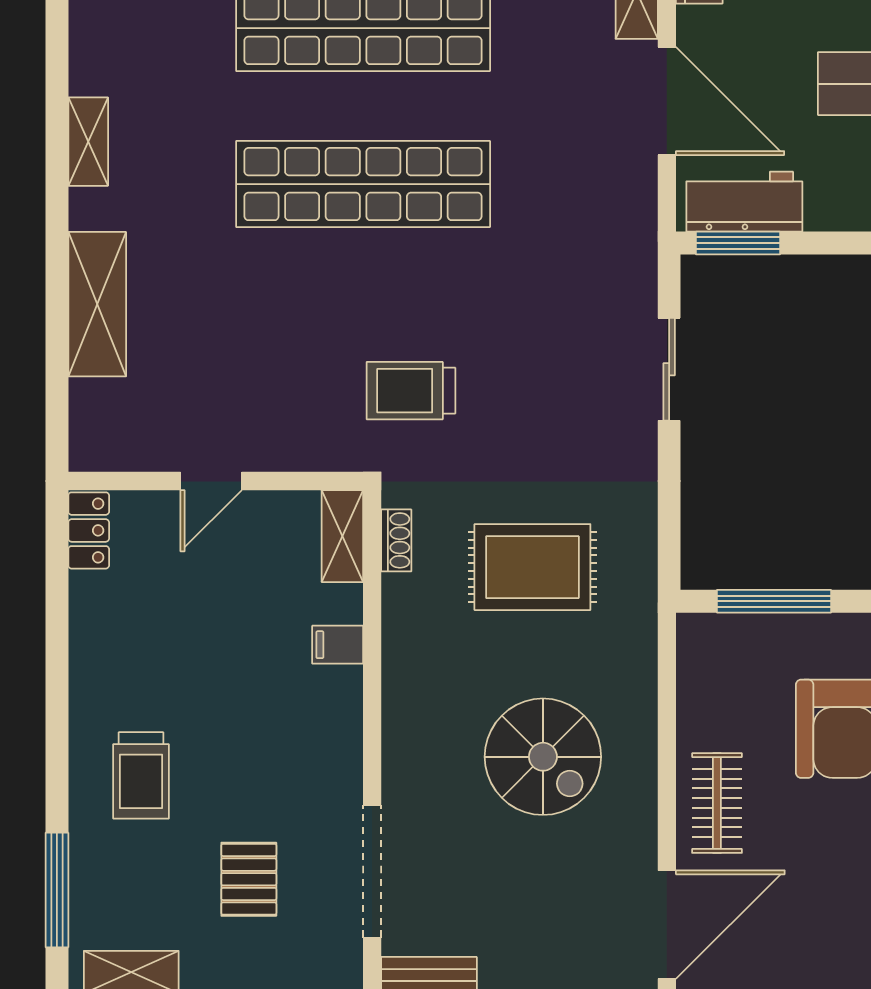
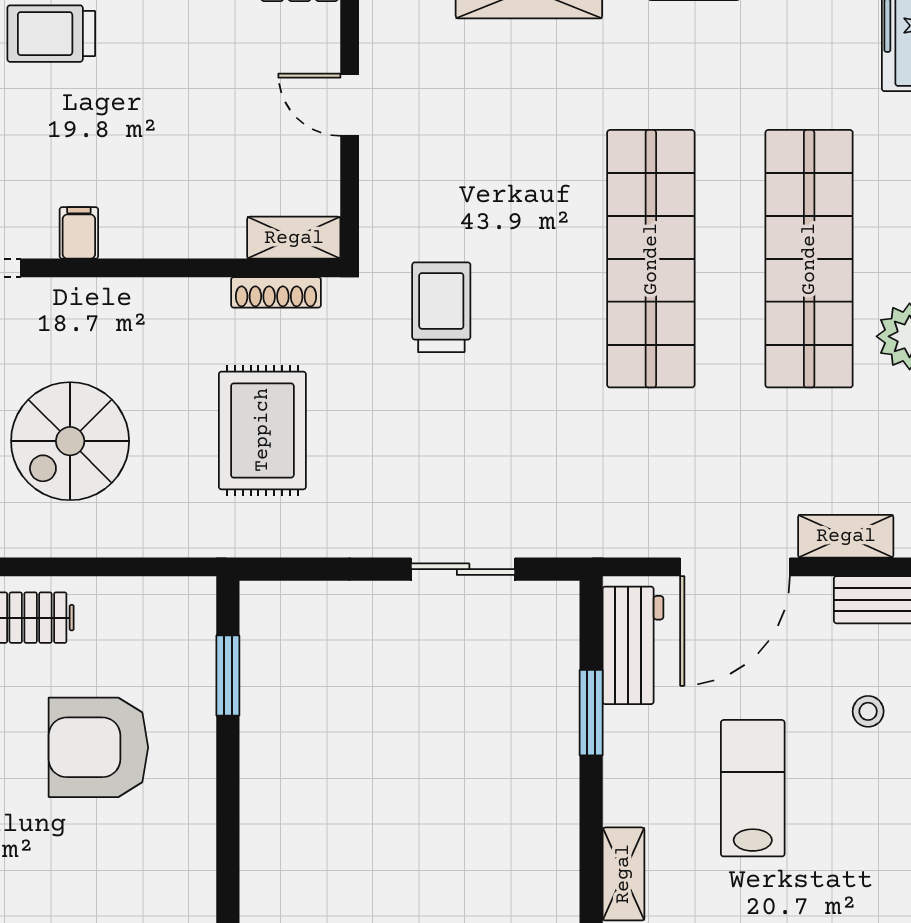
window: (738, 243) -> (591, 713), moved
shoe rack: (396, 540) -> (276, 292), width x1.43
window: (774, 601) -> (228, 675), width x0.69
filing cabinet: (338, 645) -> (79, 233), moved

